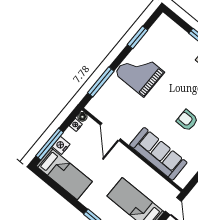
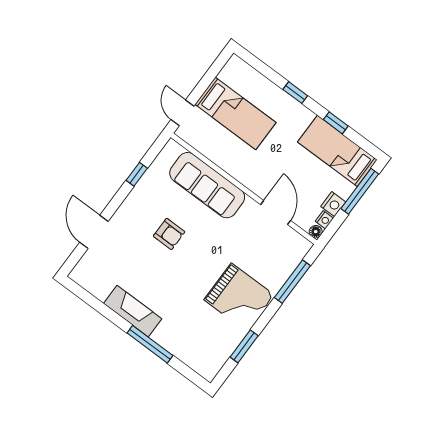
nightstand: (61, 145) -> (333, 204), moved
window: (64, 194) -> (336, 123), added

